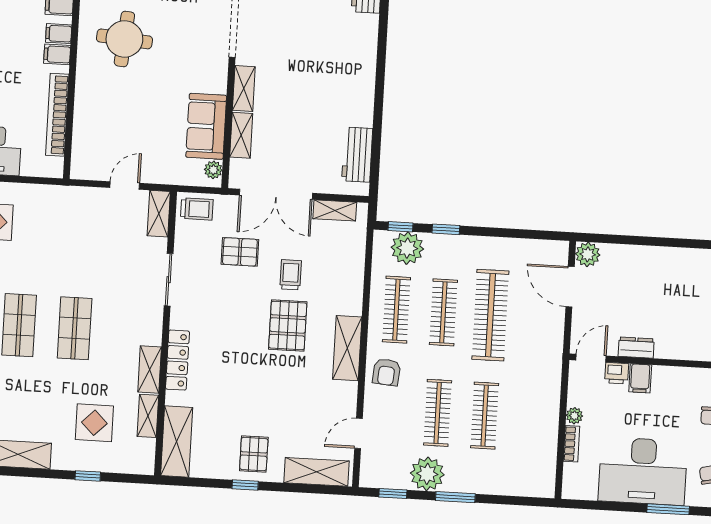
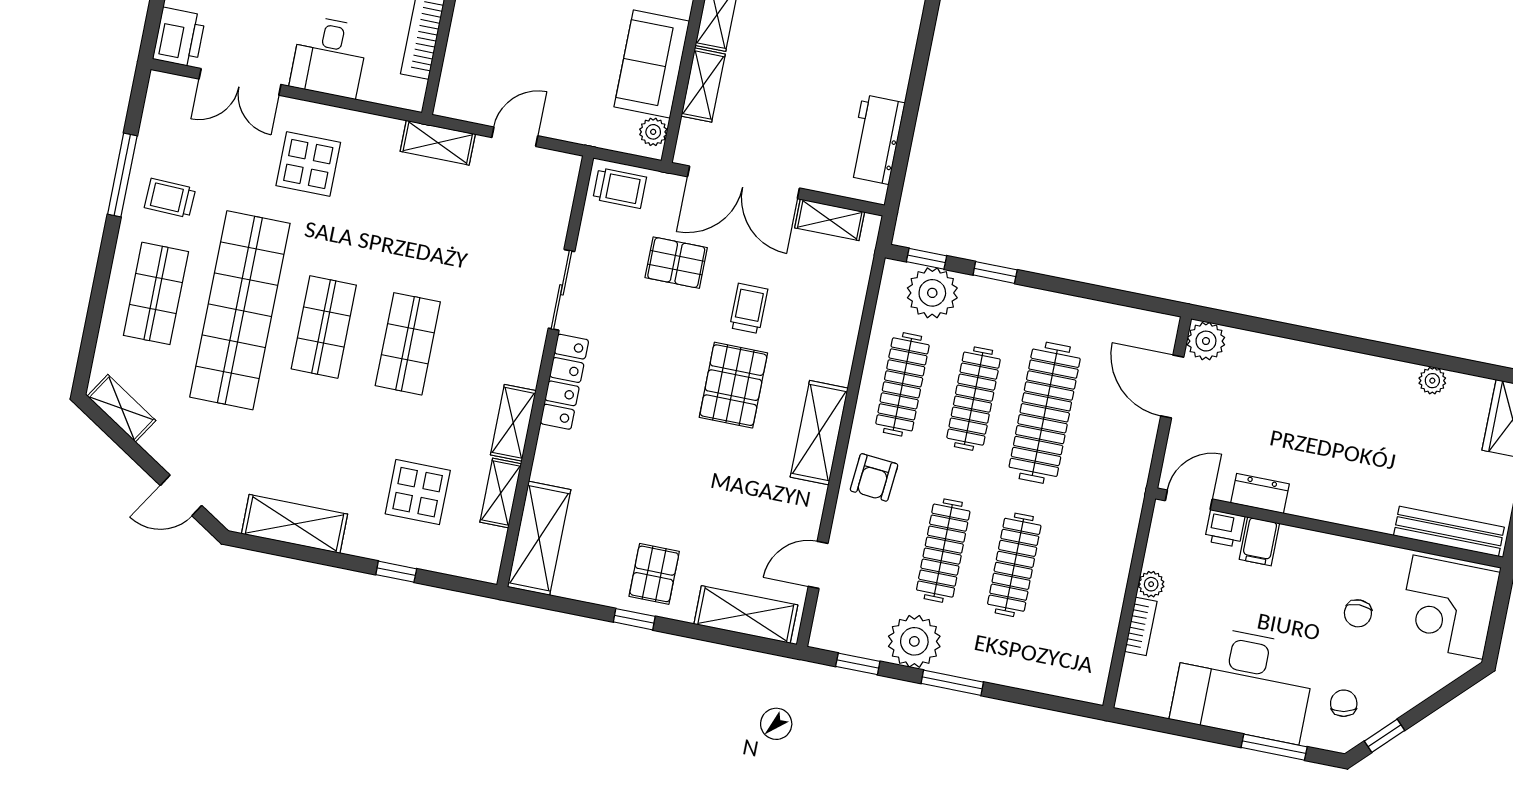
shelving: (159, 214) -> (438, 143), moved, turned 90
locker: (178, 360) -> (564, 382), moved

